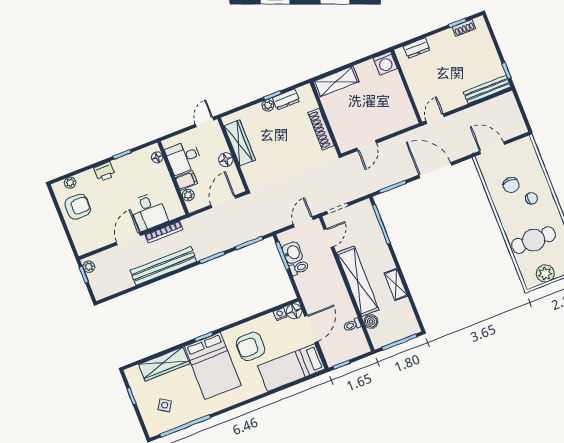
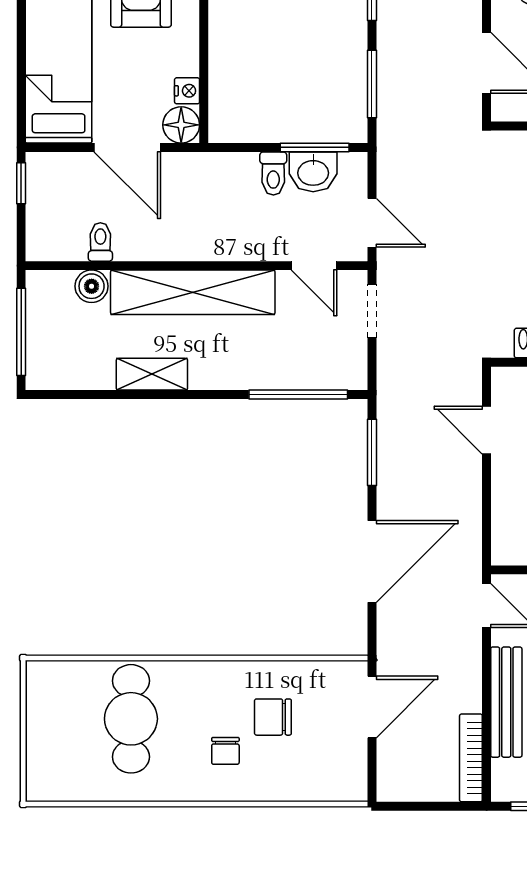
bench: (487, 89) -> (506, 702), moved
bookcase: (497, 101) -> (471, 758), added
plant: (545, 274) -> (46, 716), removed

